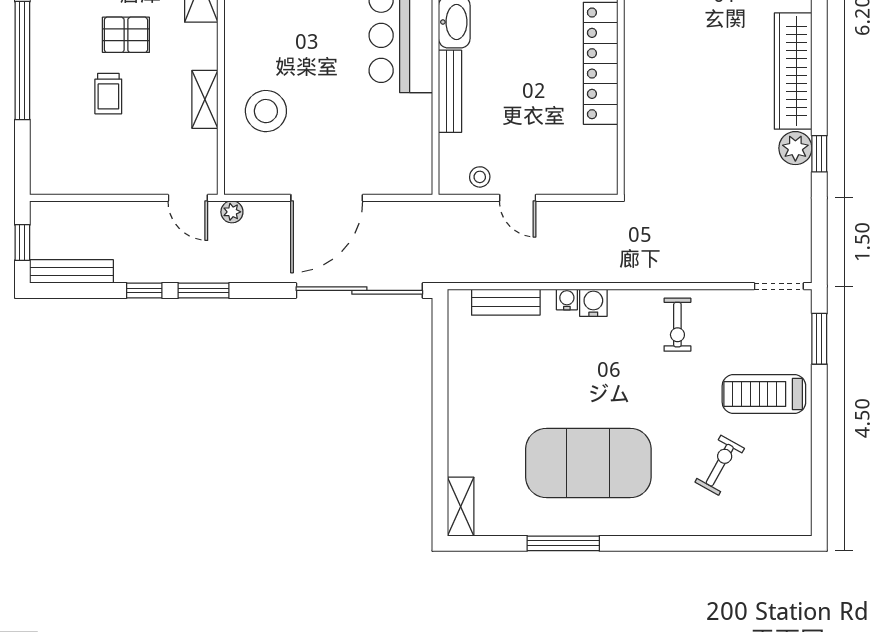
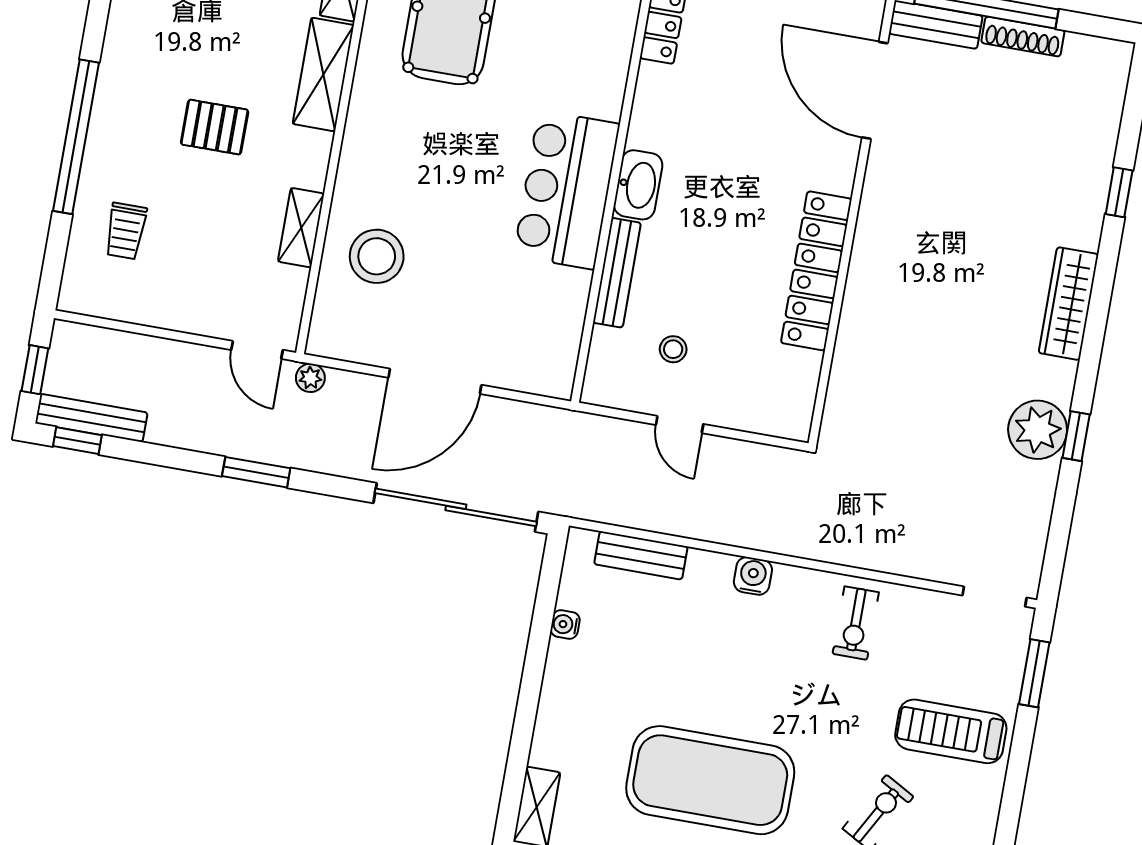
wardrobe: (793, 71) -> (1069, 304), width x0.71, depth x0.85
trolley: (108, 94) -> (126, 231), moved
plant: (795, 148) -> (1038, 430), width x1.36, depth x1.36
stool: (480, 177) -> (673, 349), moved
window: (144, 290) -> (77, 441), moved
water cooler: (567, 299) -> (565, 624), moved, turned -90

